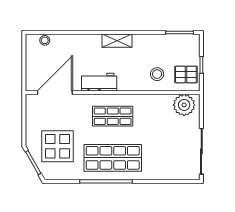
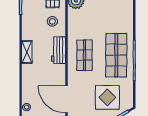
workbench: (99, 82) -> (58, 50), moved

